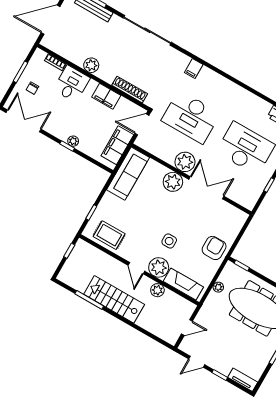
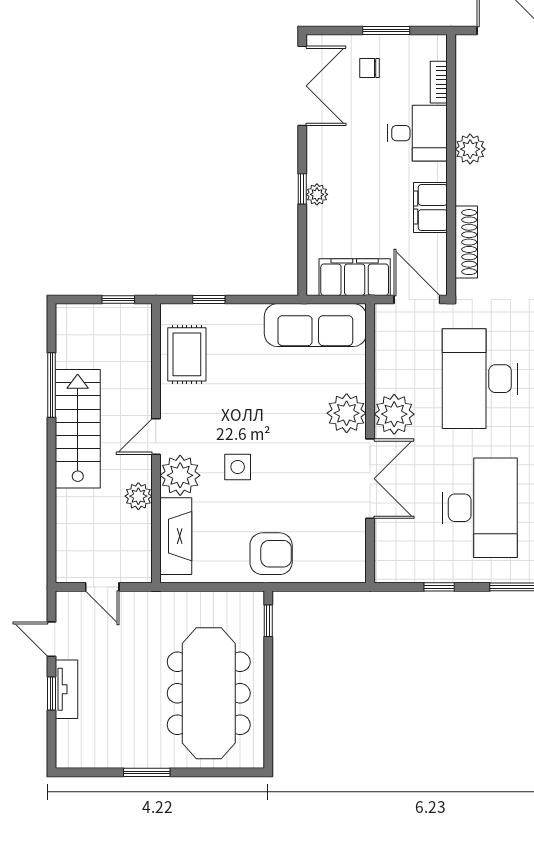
plant: (218, 287) -> (206, 601), removed
tv unit: (243, 380) -> (67, 689), moved

